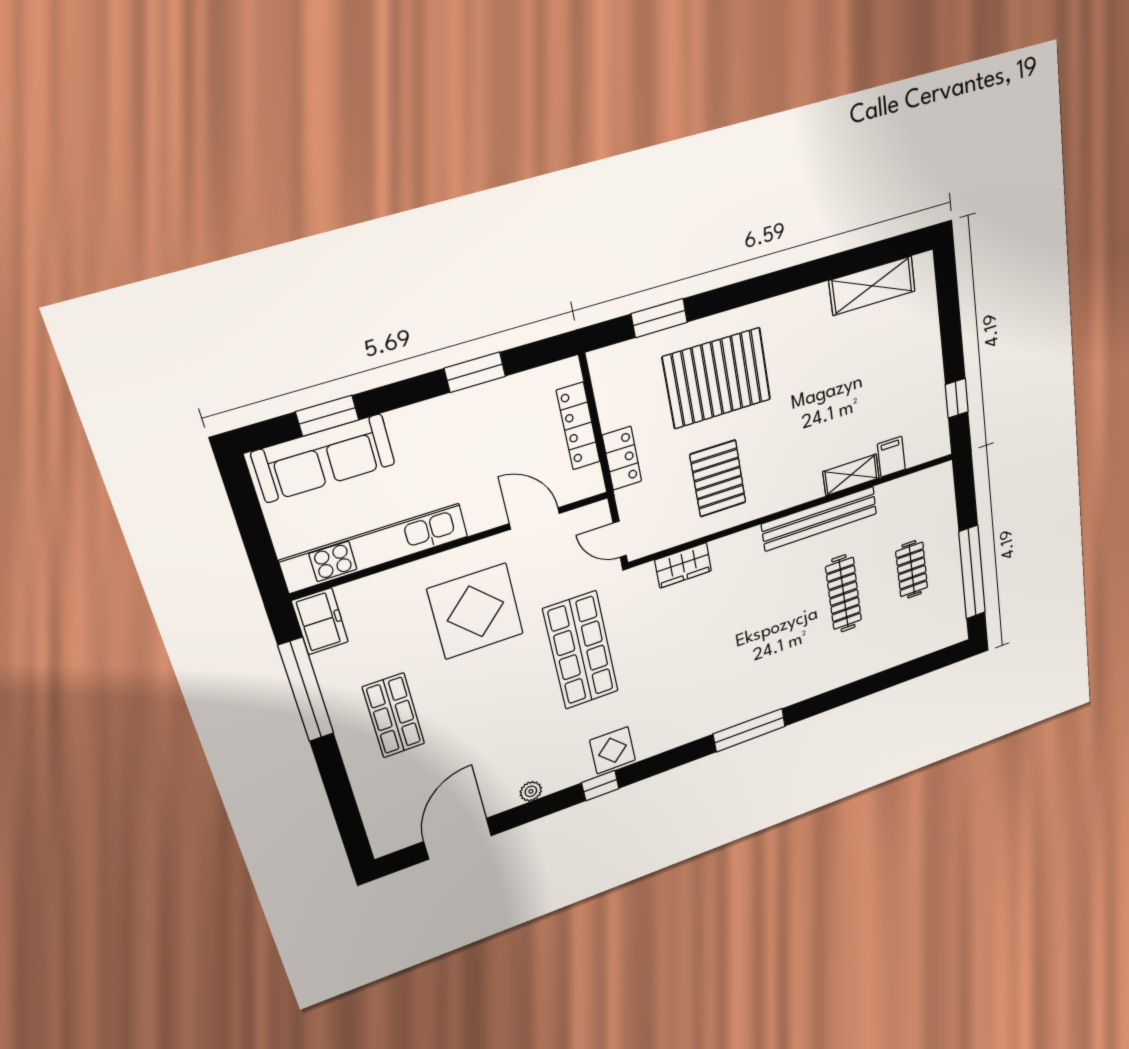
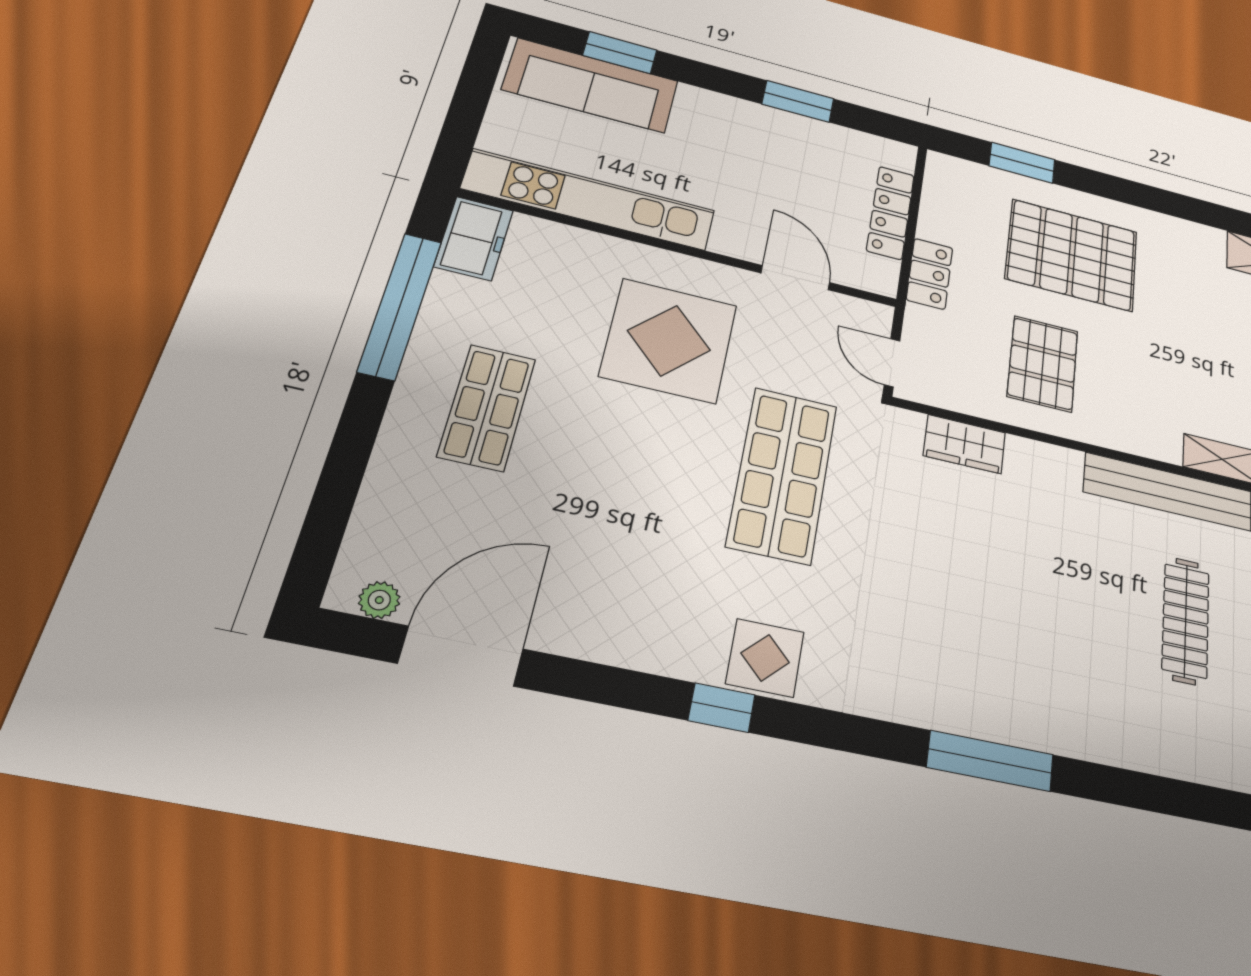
plant: (531, 791) -> (379, 600), moved

